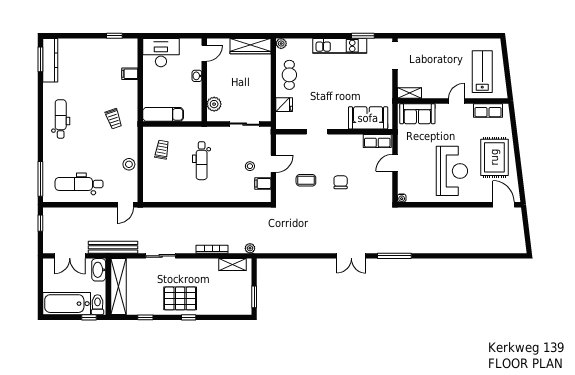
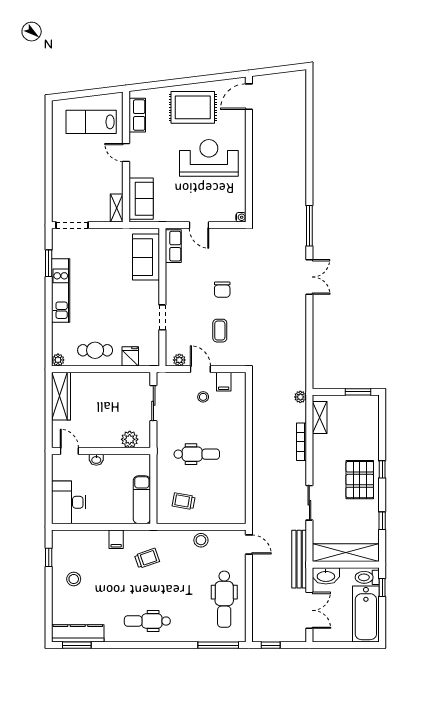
stool: (96, 57) -> (74, 579), added
filing cabinet: (130, 74) -> (116, 539), moved
plant: (281, 146) -> (179, 360), added
chair: (341, 182) -> (222, 290), turned -90

